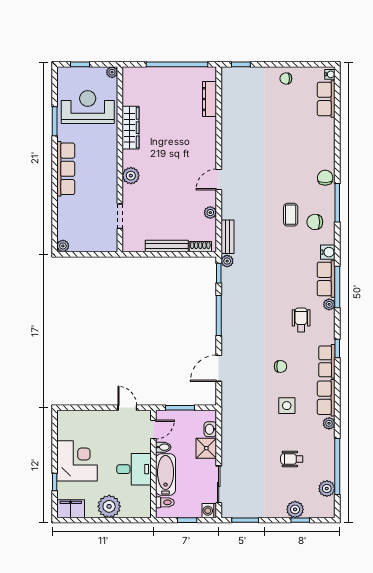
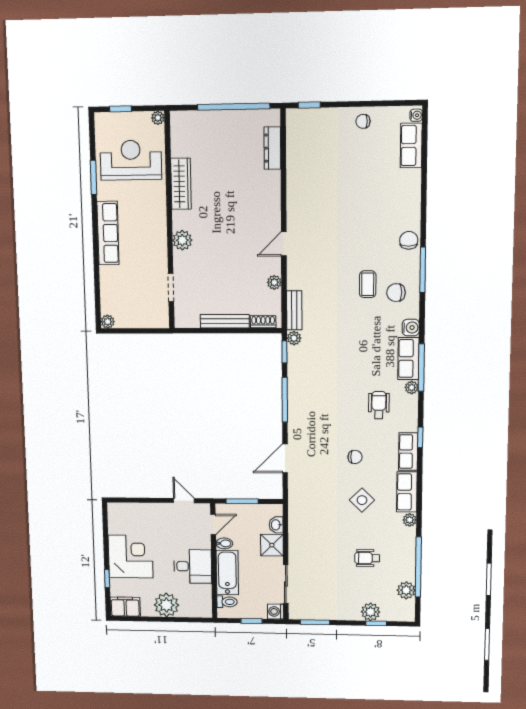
side table: (287, 406) -> (362, 500), turned 45

